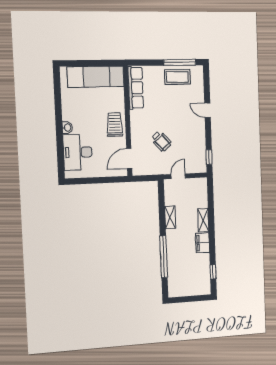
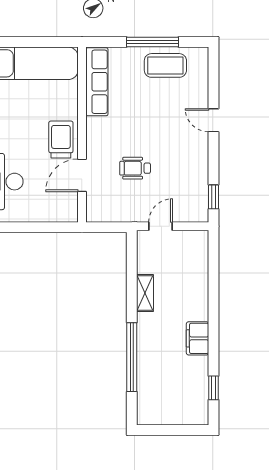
window: (180, 62) -> (153, 42), moved
wheelchair: (161, 141) -> (135, 168), turned 131
door: (129, 158) -> (82, 175), moved
shelving: (203, 220) -> (200, 301), removed

